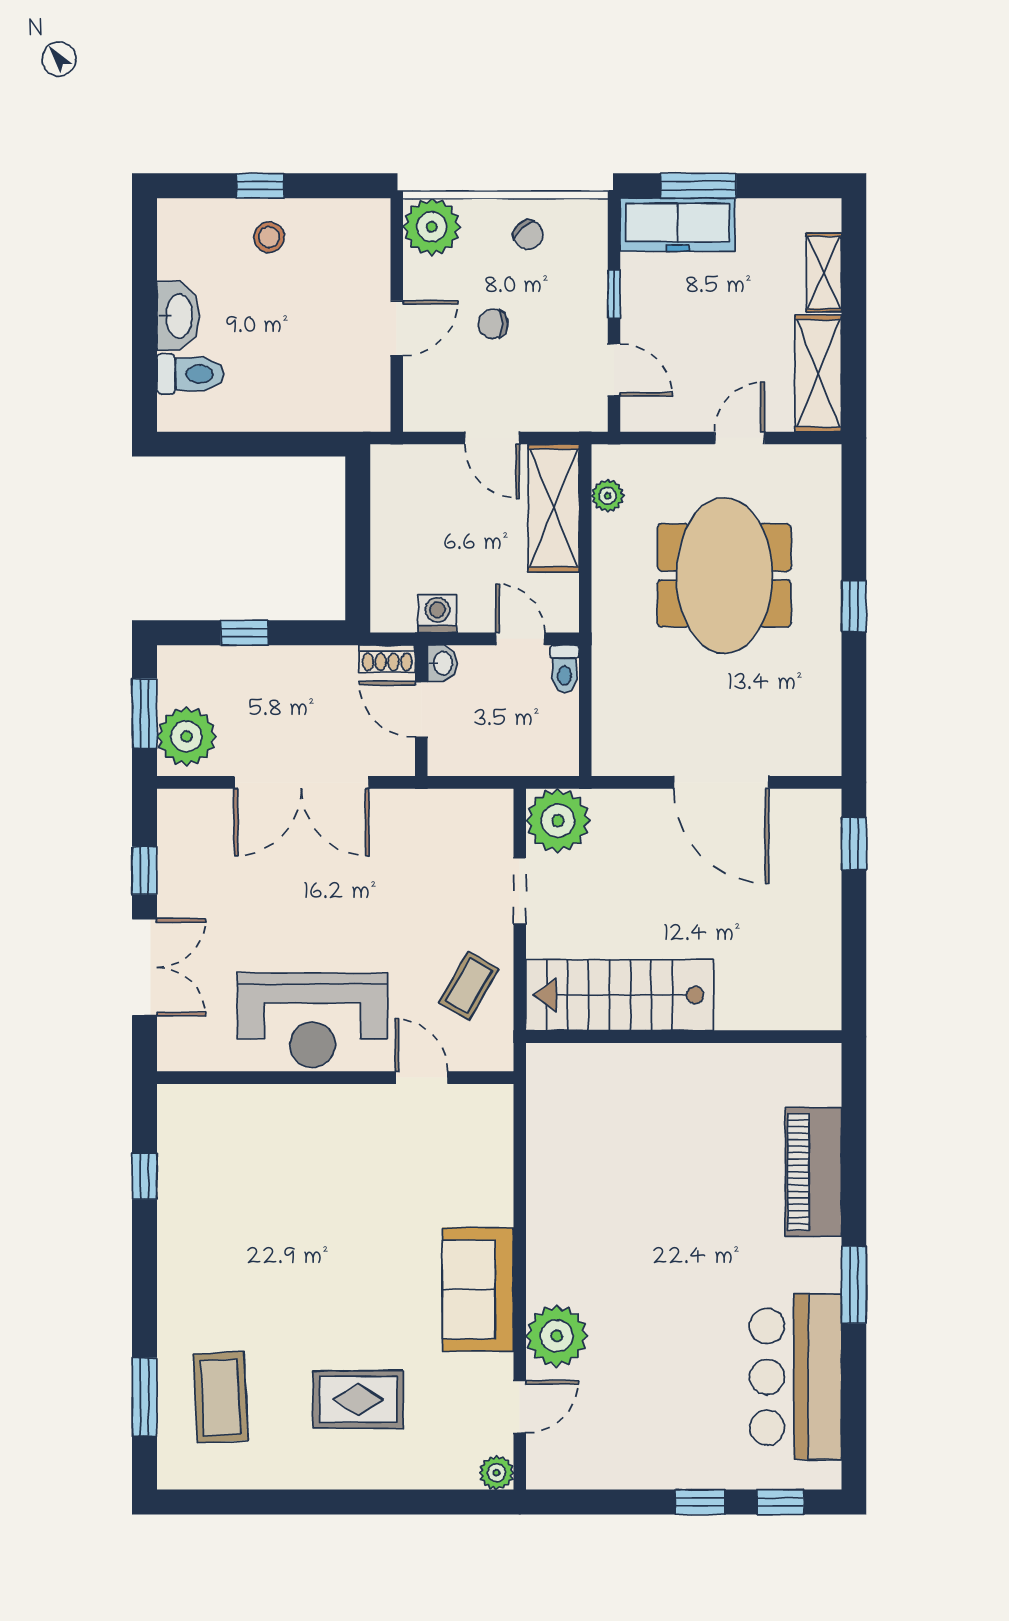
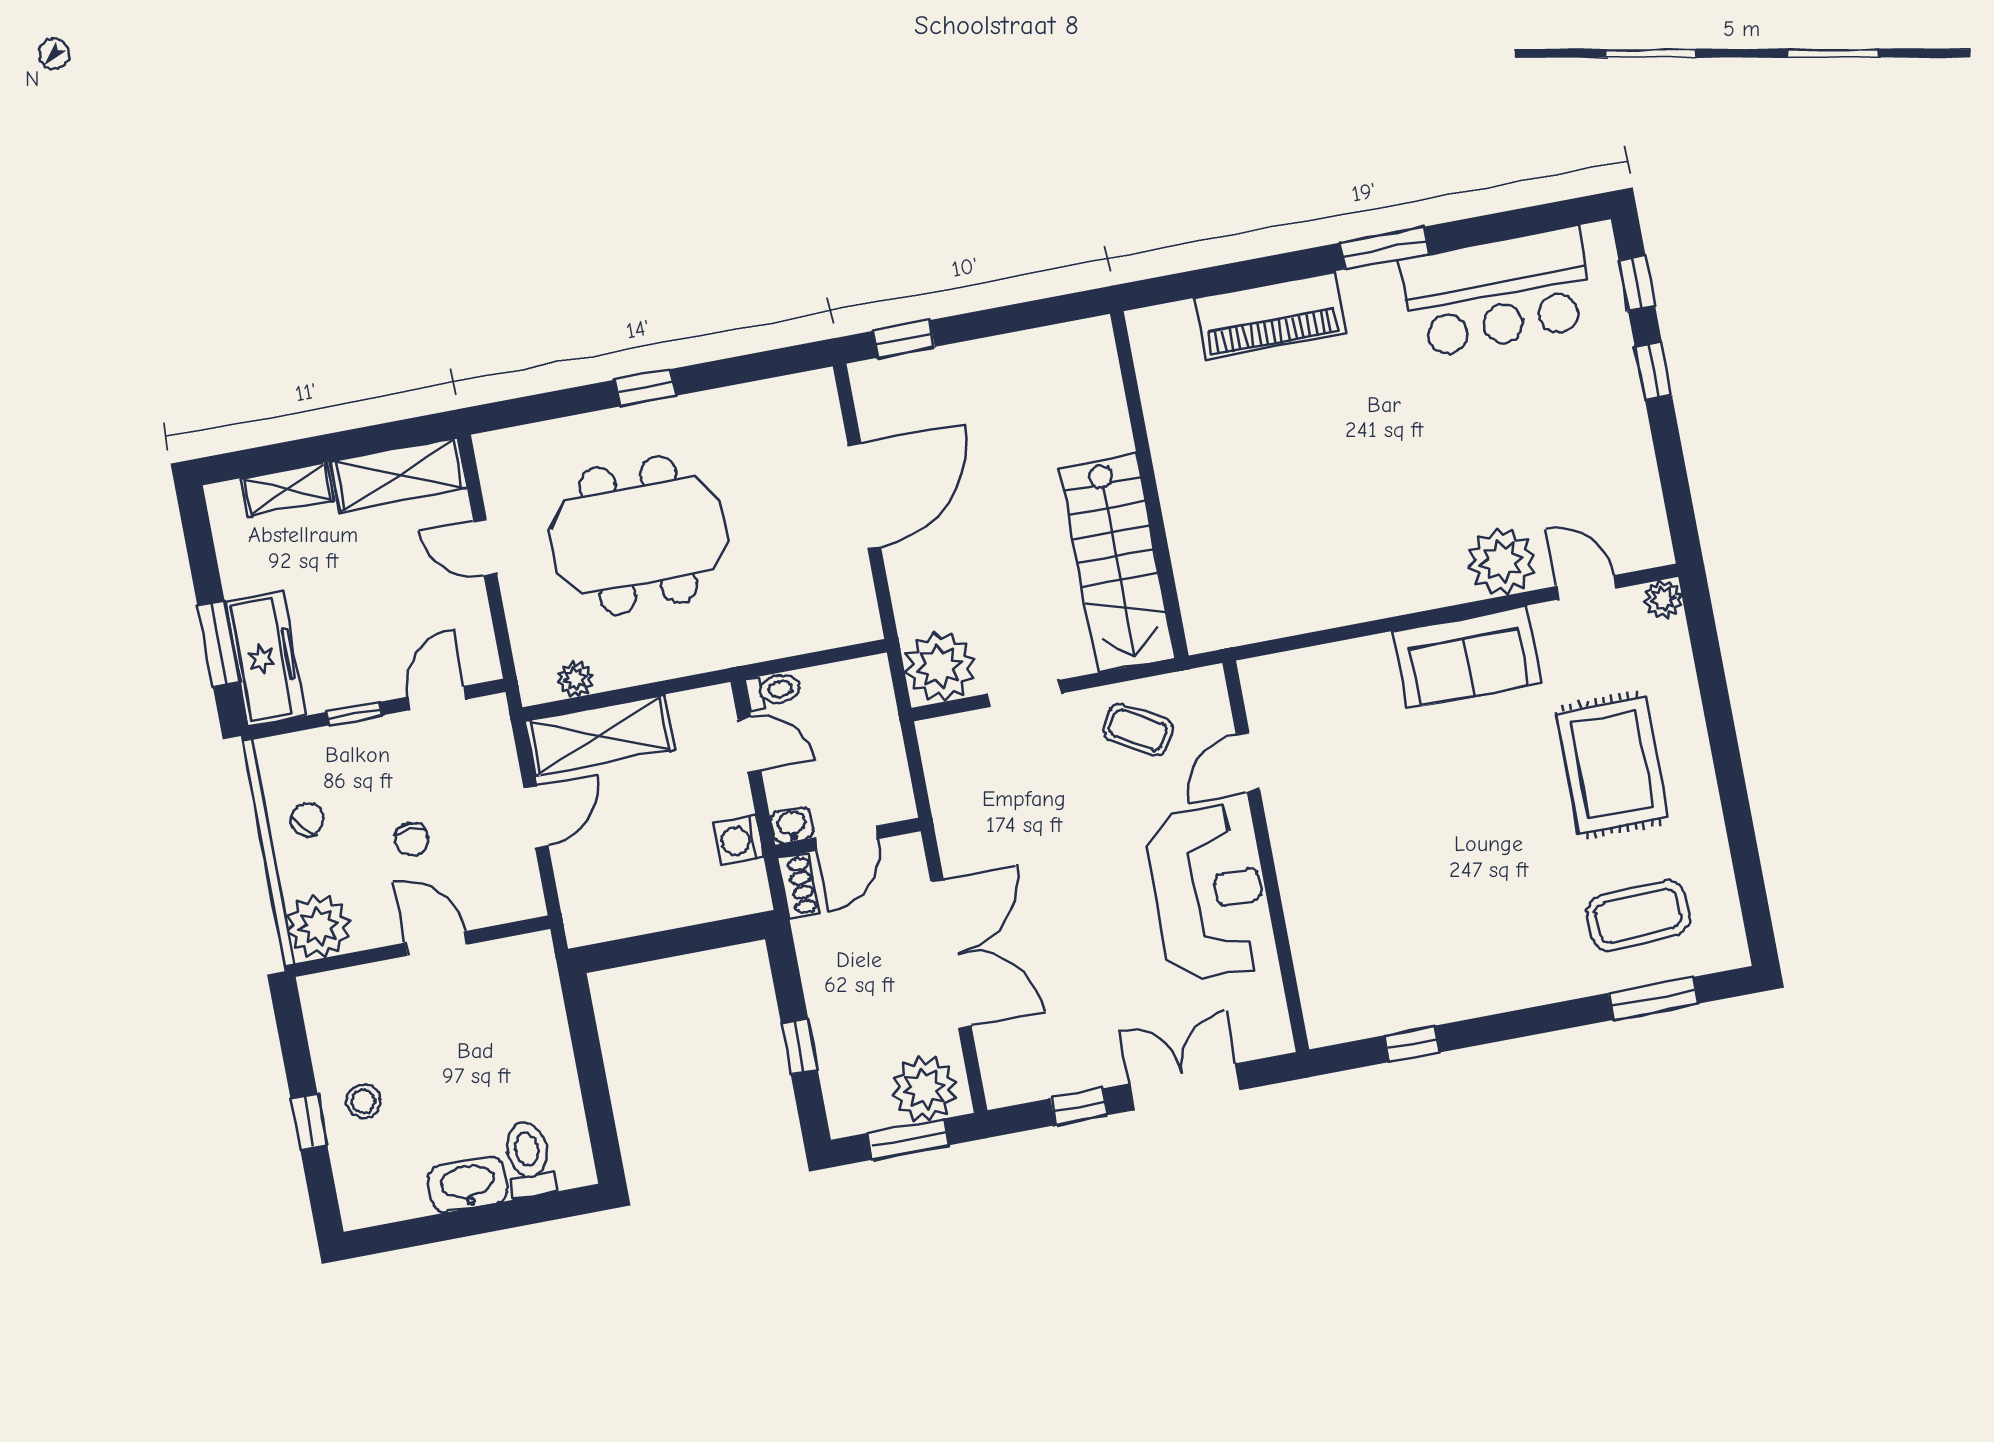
door: (520, 639) -> (749, 745), swing flipped
rug: (358, 1399) -> (1612, 765), width x1.36, depth x1.43

